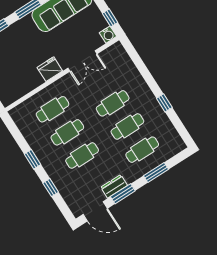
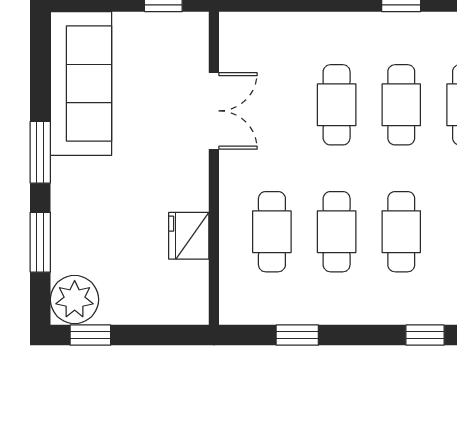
water cooler: (108, 35) -> (194, 26), removed
fridge: (50, 69) -> (189, 236), moved
window: (32, 159) -> (297, 335), moved

